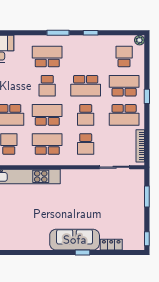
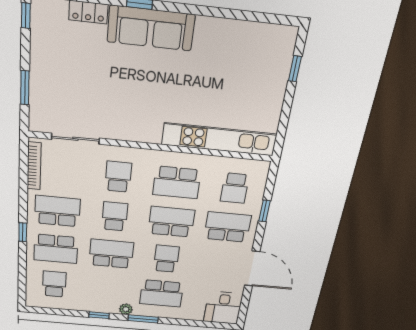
plant: (139, 40) -> (126, 309), moved
school desk: (124, 57) -> (54, 284), turned 180
school desk: (47, 115) -> (171, 222), turned 180

